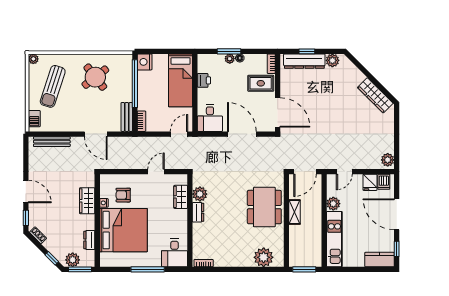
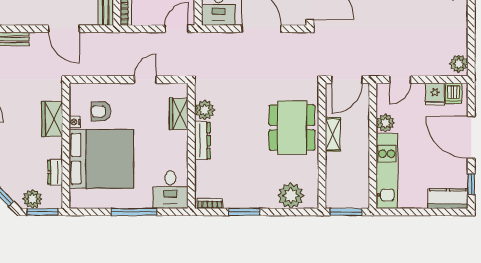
dresser: (198, 212) -> (202, 141), width x1.44
window: (229, 269) -> (244, 212), added

